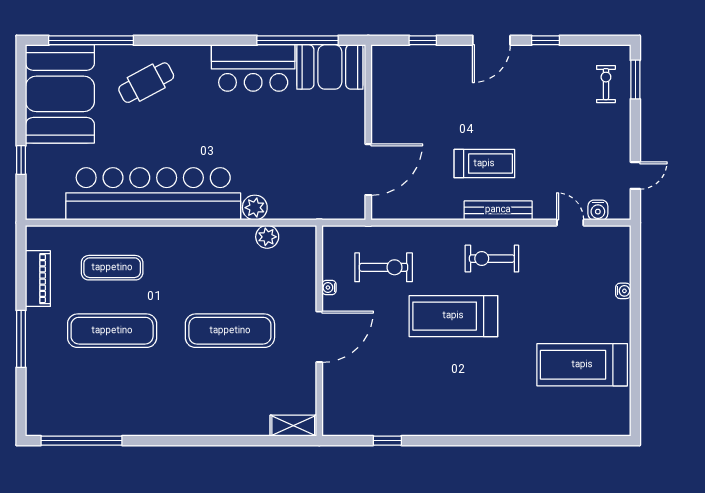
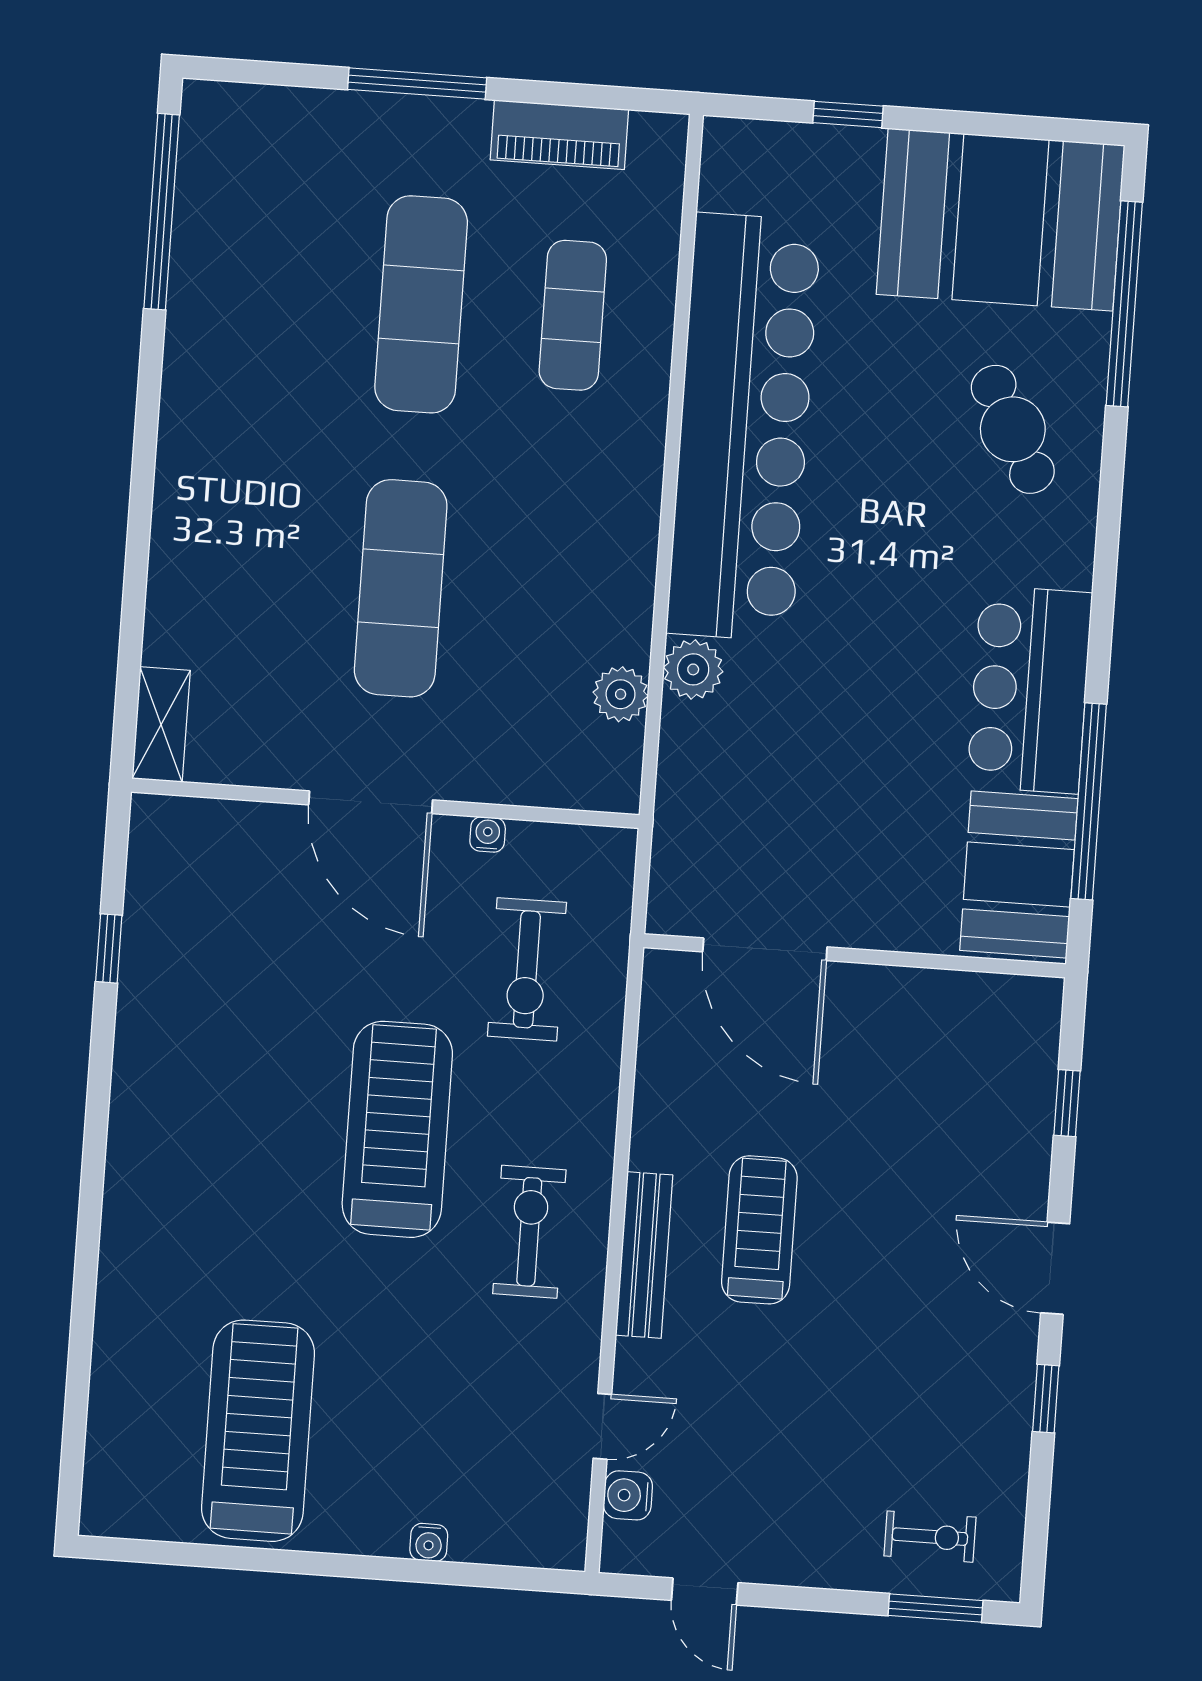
treadmill: (484, 164) -> (759, 1230), turned 180

